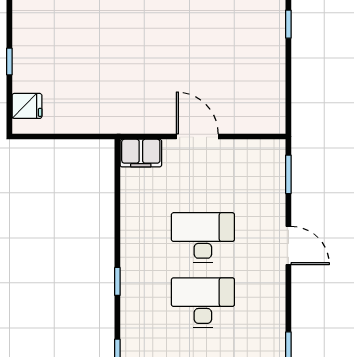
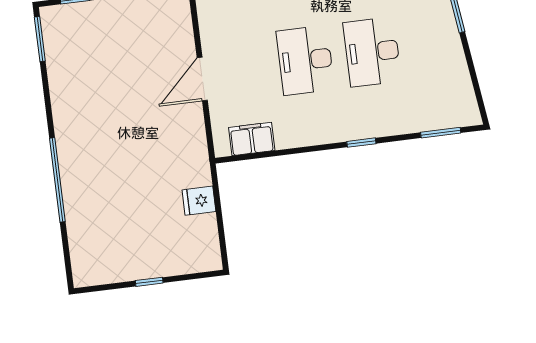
fridge: (27, 106) -> (199, 201), moved, turned -90
filing cabinet: (141, 153) -> (252, 139), moved, turned -90

